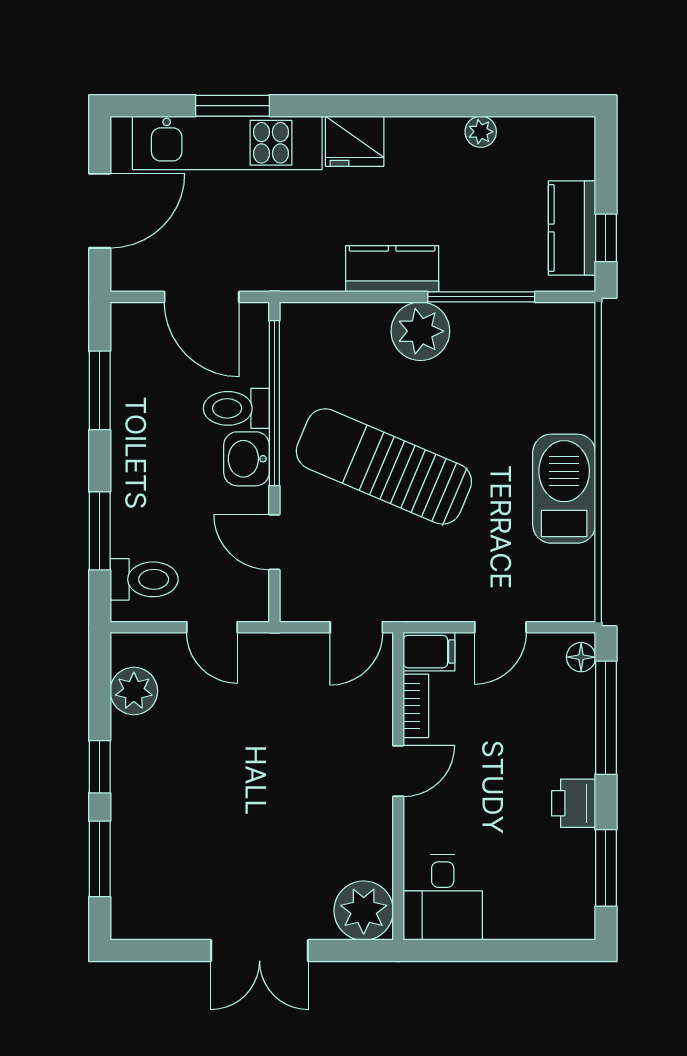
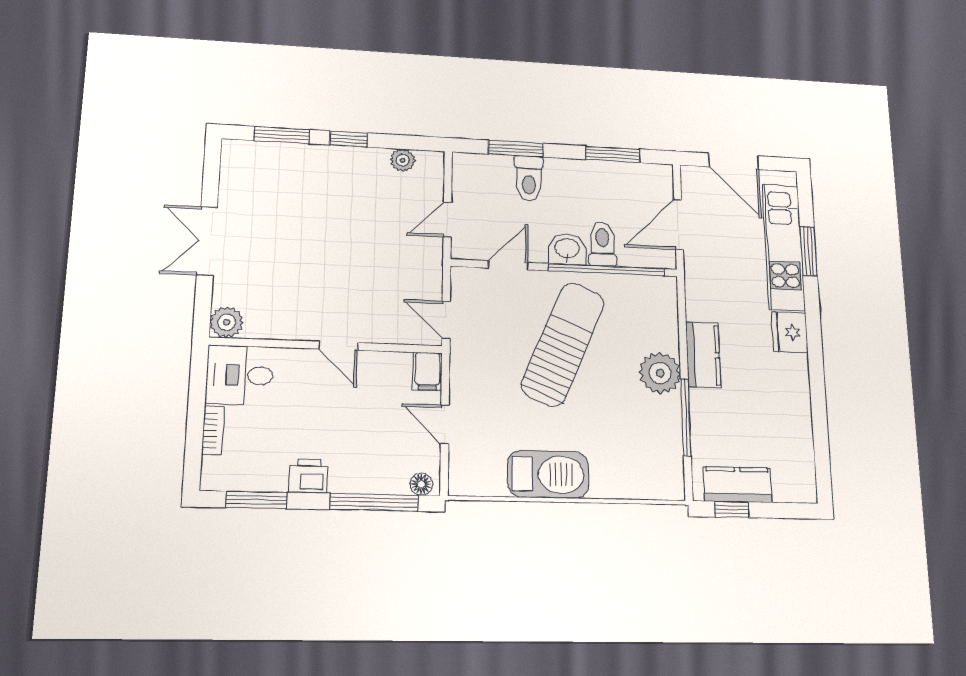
plant: (481, 132) -> (802, 420), removed
toilet: (144, 579) -> (529, 179), moved
plant: (134, 691) -> (403, 160), width x0.73, depth x0.73
bookcase: (416, 706) -> (213, 431), moved, turned -90
plant: (364, 911) -> (227, 322), width x0.73, depth x0.73

